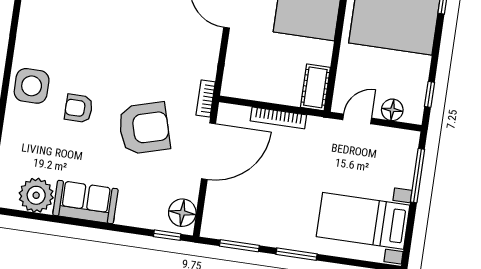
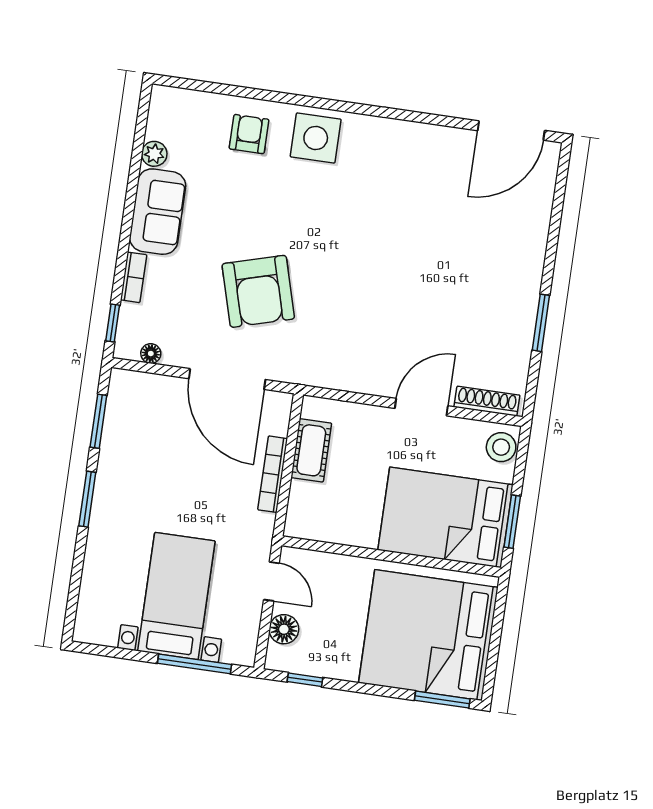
cot: (315, 87) -> (311, 450), moved, turned 90
bookcase: (206, 98) -> (134, 277), moved, turned 90
armchair: (79, 108) -> (249, 134), moved
plant: (36, 195) -> (154, 154), width x0.53, depth x0.53
floor lamp: (182, 213) -> (151, 354), width x0.53, depth x0.53
bed with nightstands: (363, 221) -> (176, 596), moved

